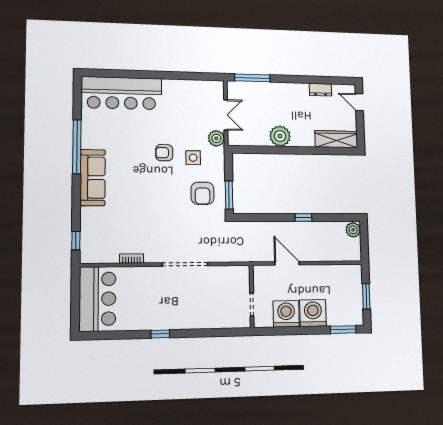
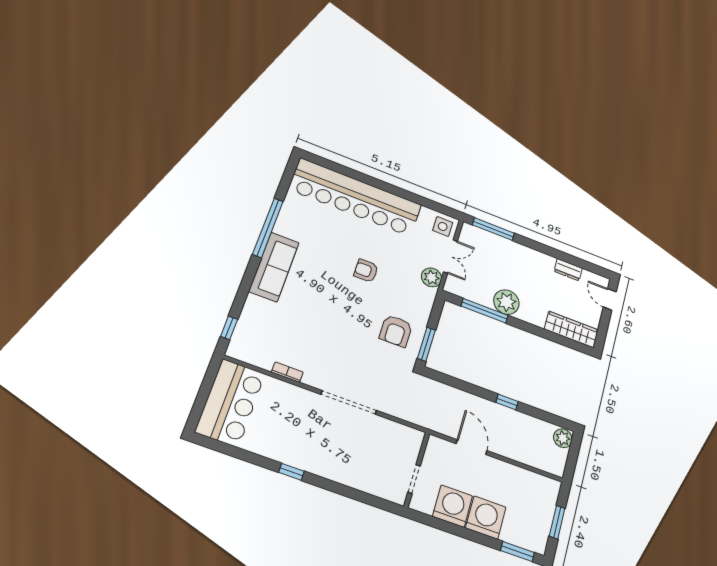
bar counter: (122, 93) -> (355, 197), width x1.36
window: (265, 150) -> (485, 311), added
side table: (193, 158) -> (443, 226), moved

